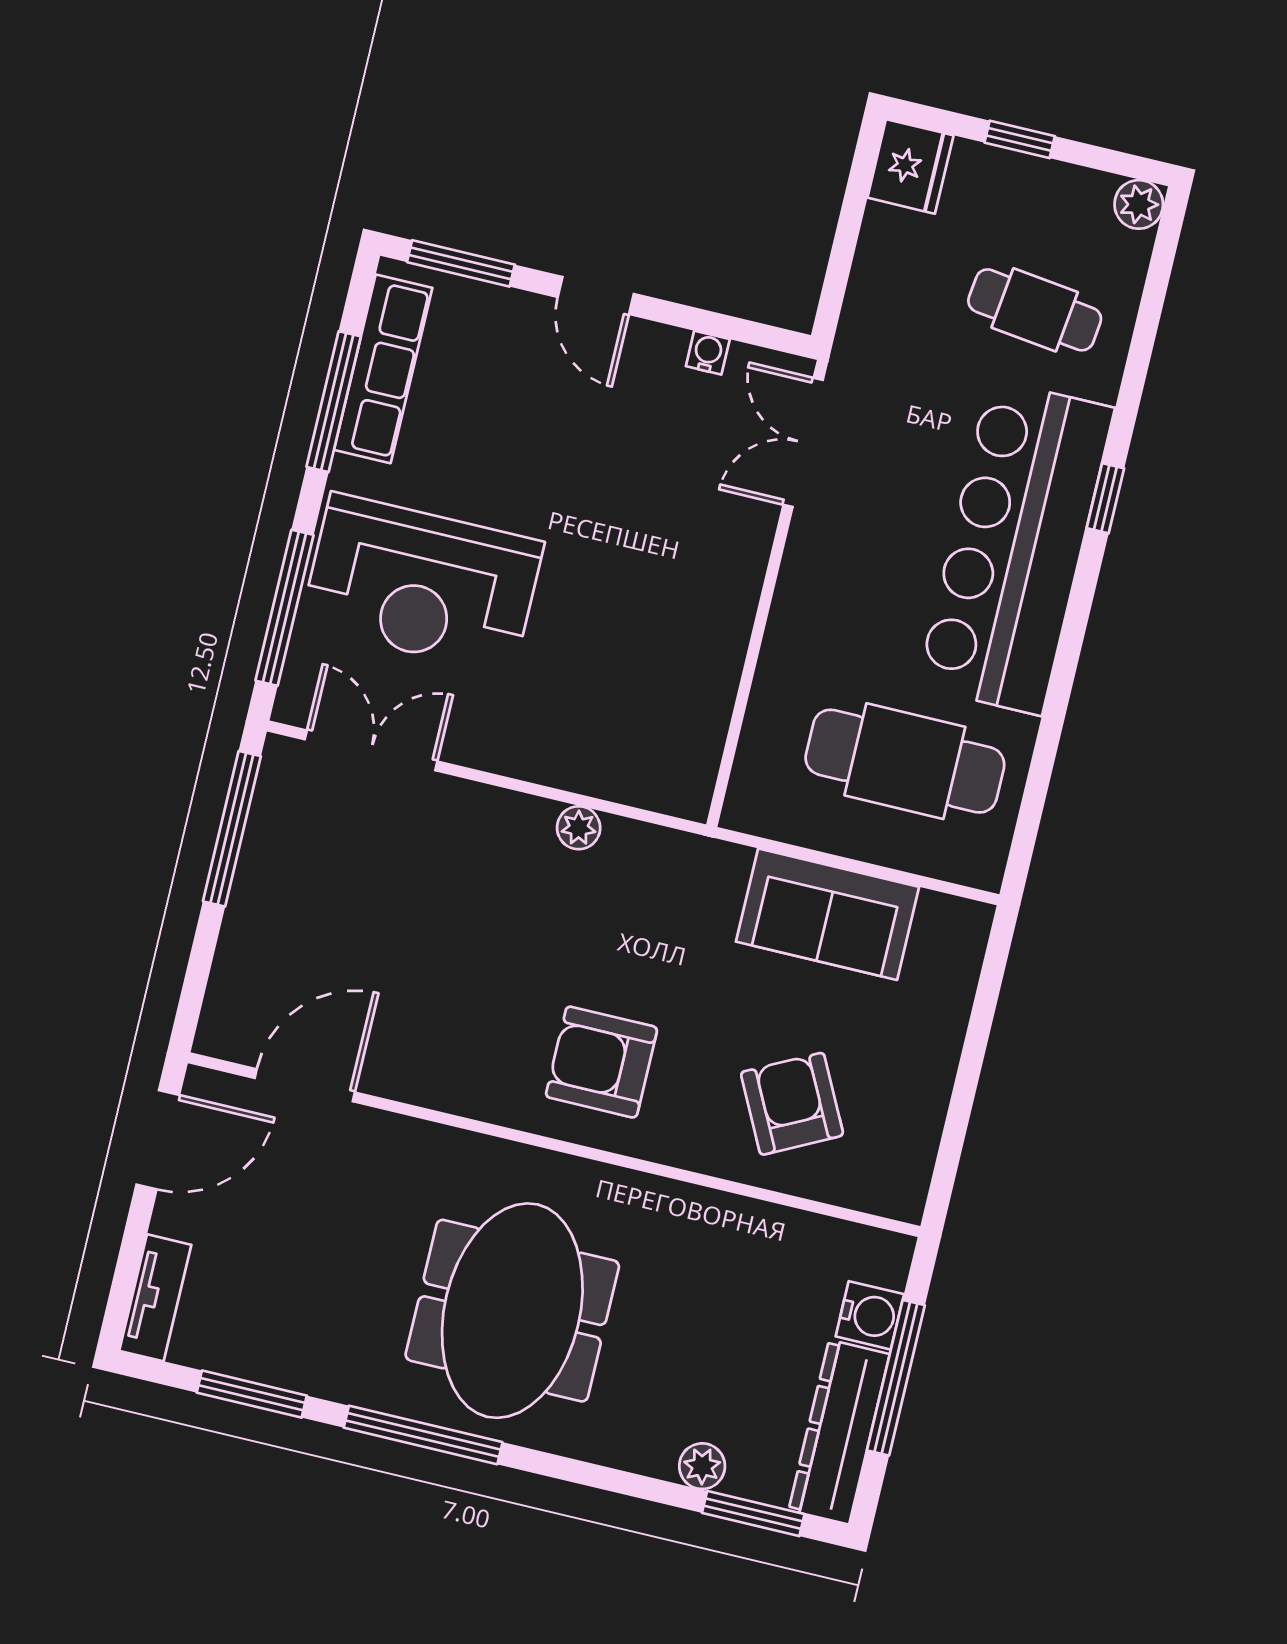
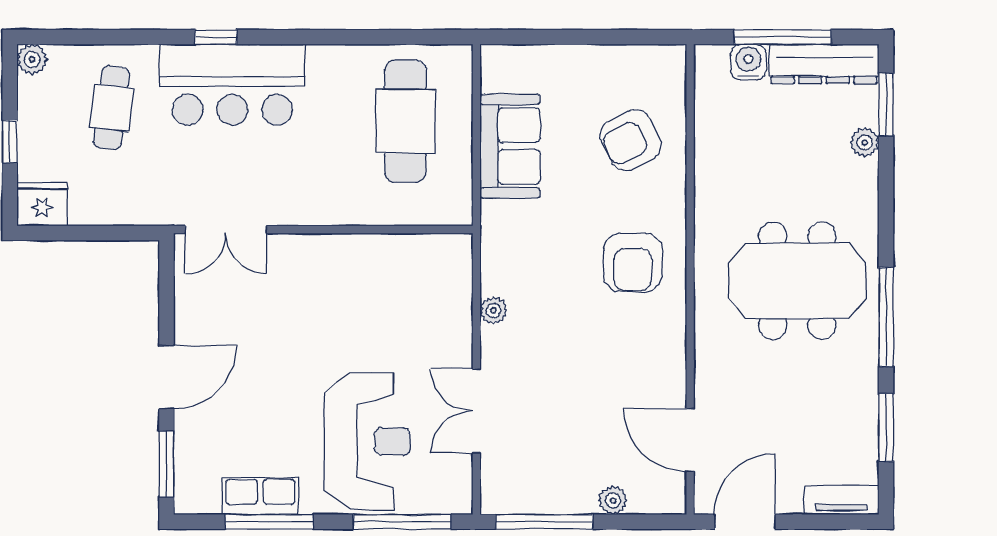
door: (596, 296) -> (166, 377), width x1.38
water cooler: (708, 353) -> (185, 301), removed
row of seats: (383, 369) -> (260, 496), width x0.68
bar counter: (1016, 547) -> (232, 85), width x0.73
double door: (371, 750) -> (476, 411), moved
plant: (239, 943) -> (613, 500), added
door: (158, 1140) -> (745, 522), hinge flipped

